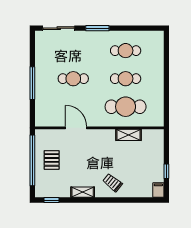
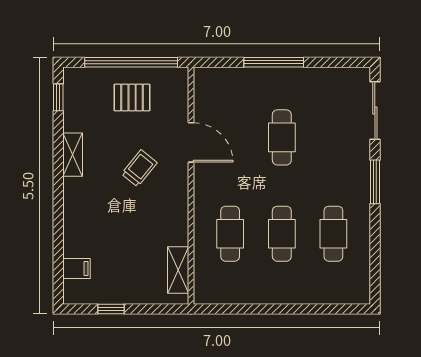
cafe table: (126, 107) -> (230, 234), width x0.73, depth x0.74
door: (76, 128) -> (191, 142), hinge flipped
shelving: (129, 135) -> (178, 270), moved
trolley: (112, 183) -> (139, 168), moved
filing cabinet: (158, 190) -> (77, 268), moved

